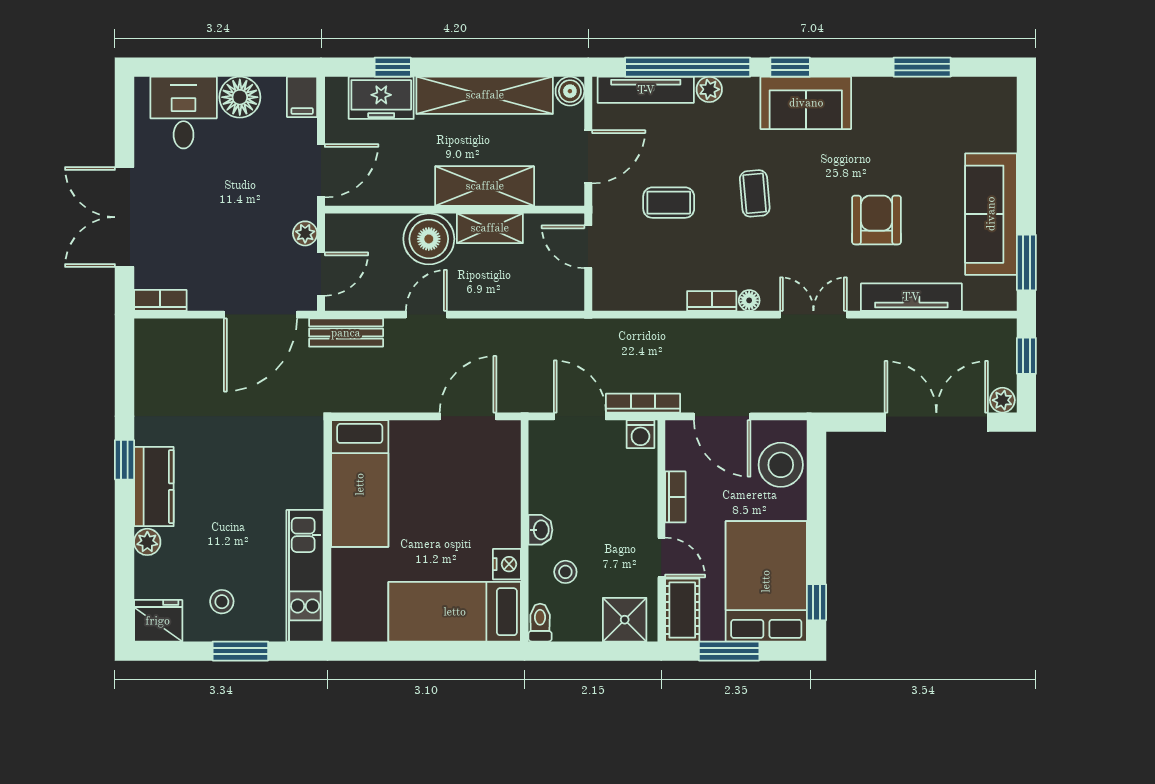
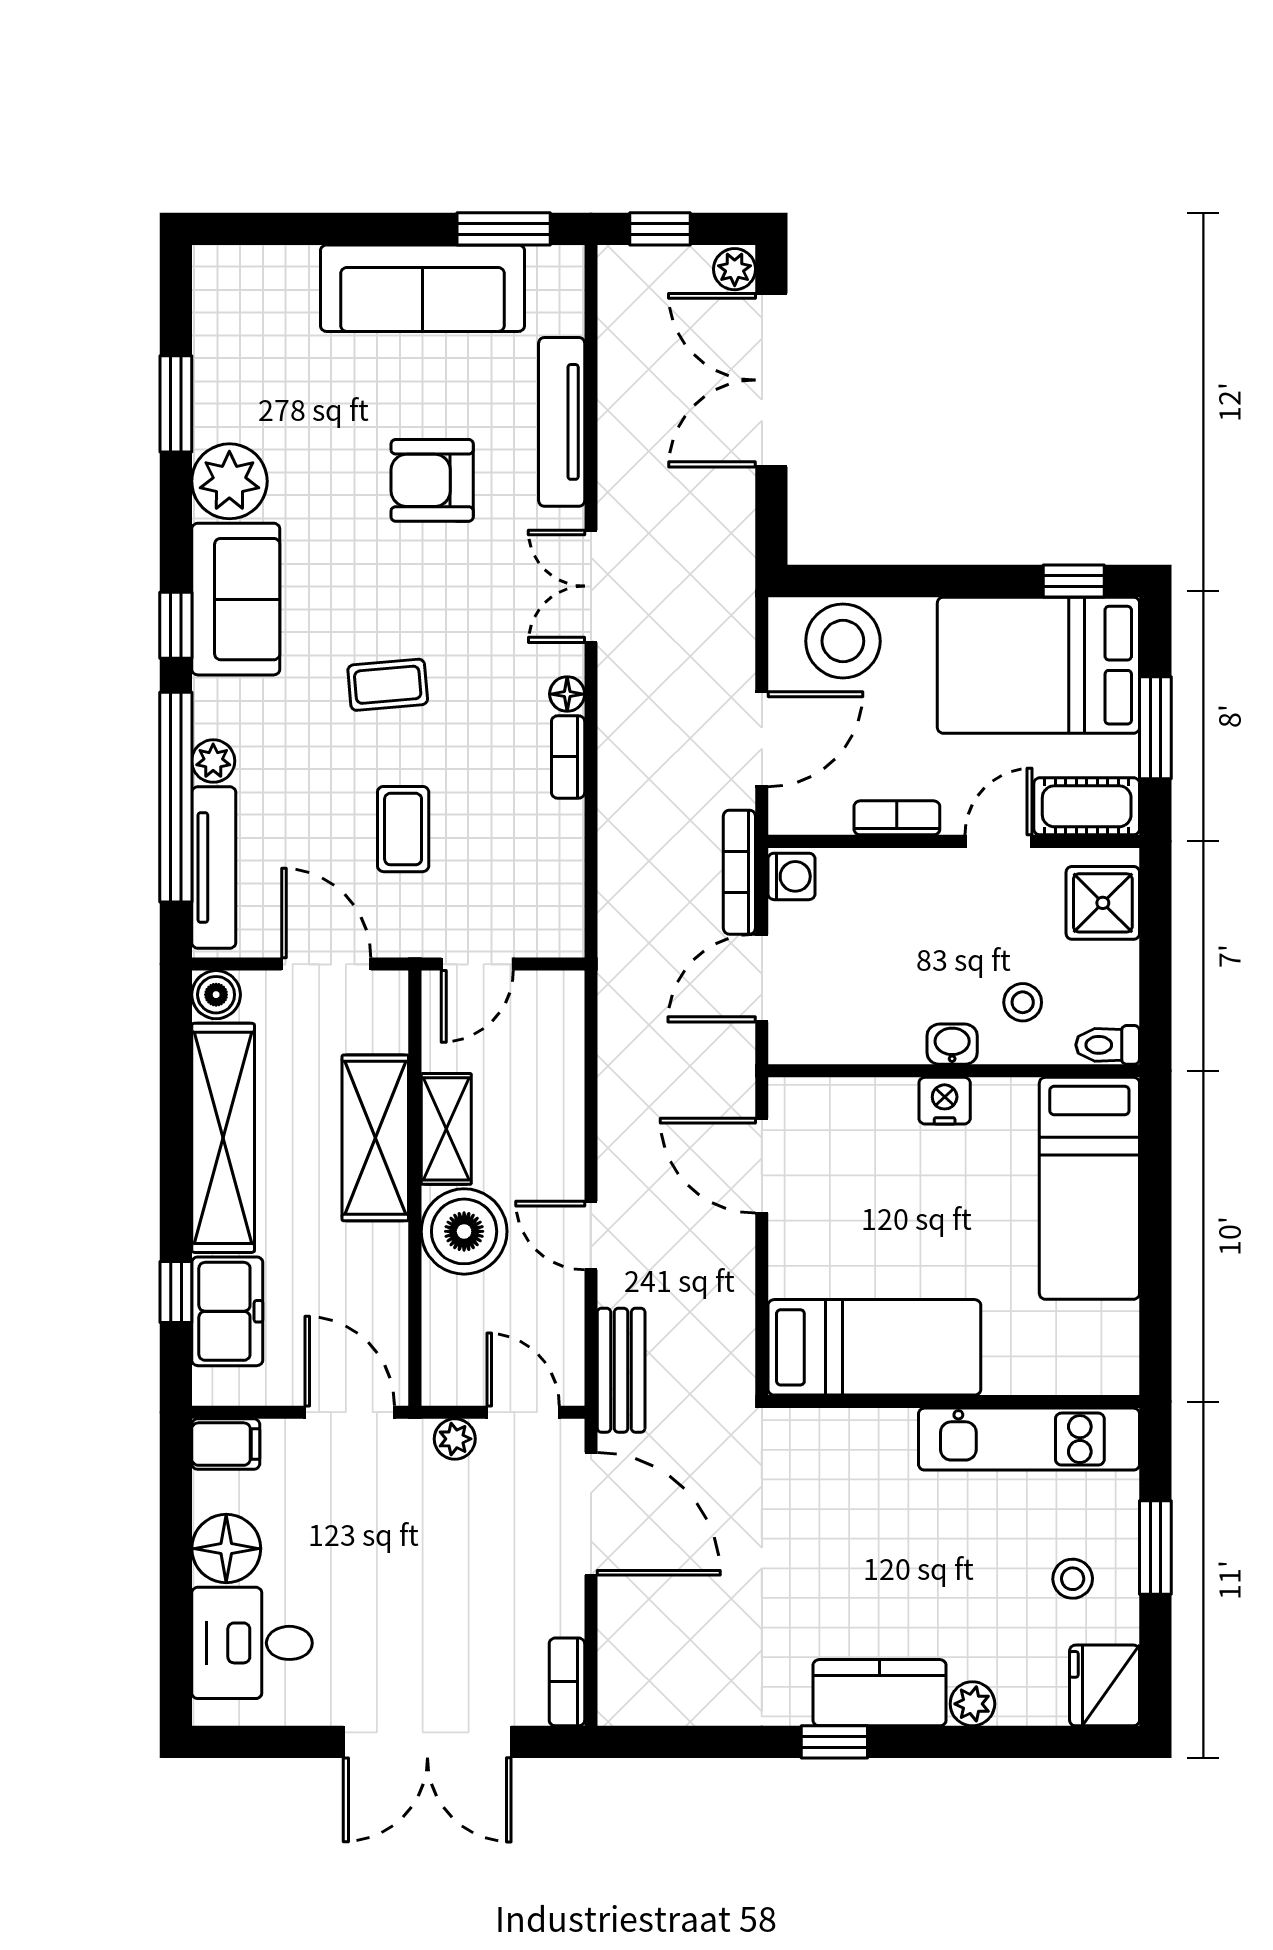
plant: (876, 99) -> (229, 481), added
nightstand: (507, 564) -> (945, 1101), moved

